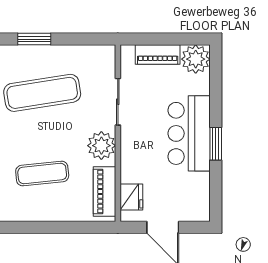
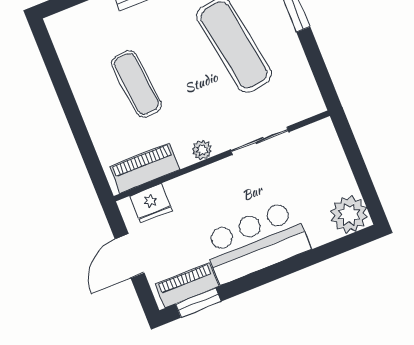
piano: (158, 55) -> (187, 285), moved, turned 90
window: (216, 144) -> (198, 303), moved
plant: (101, 146) -> (202, 150), width x0.53, depth x0.53

